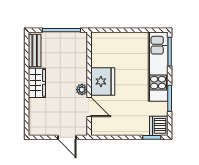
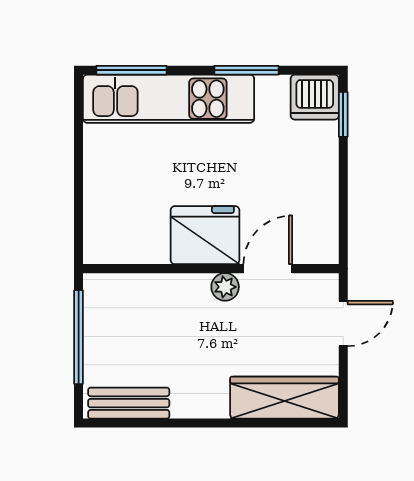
wardrobe: (37, 83) -> (284, 398), moved, width x1.50

